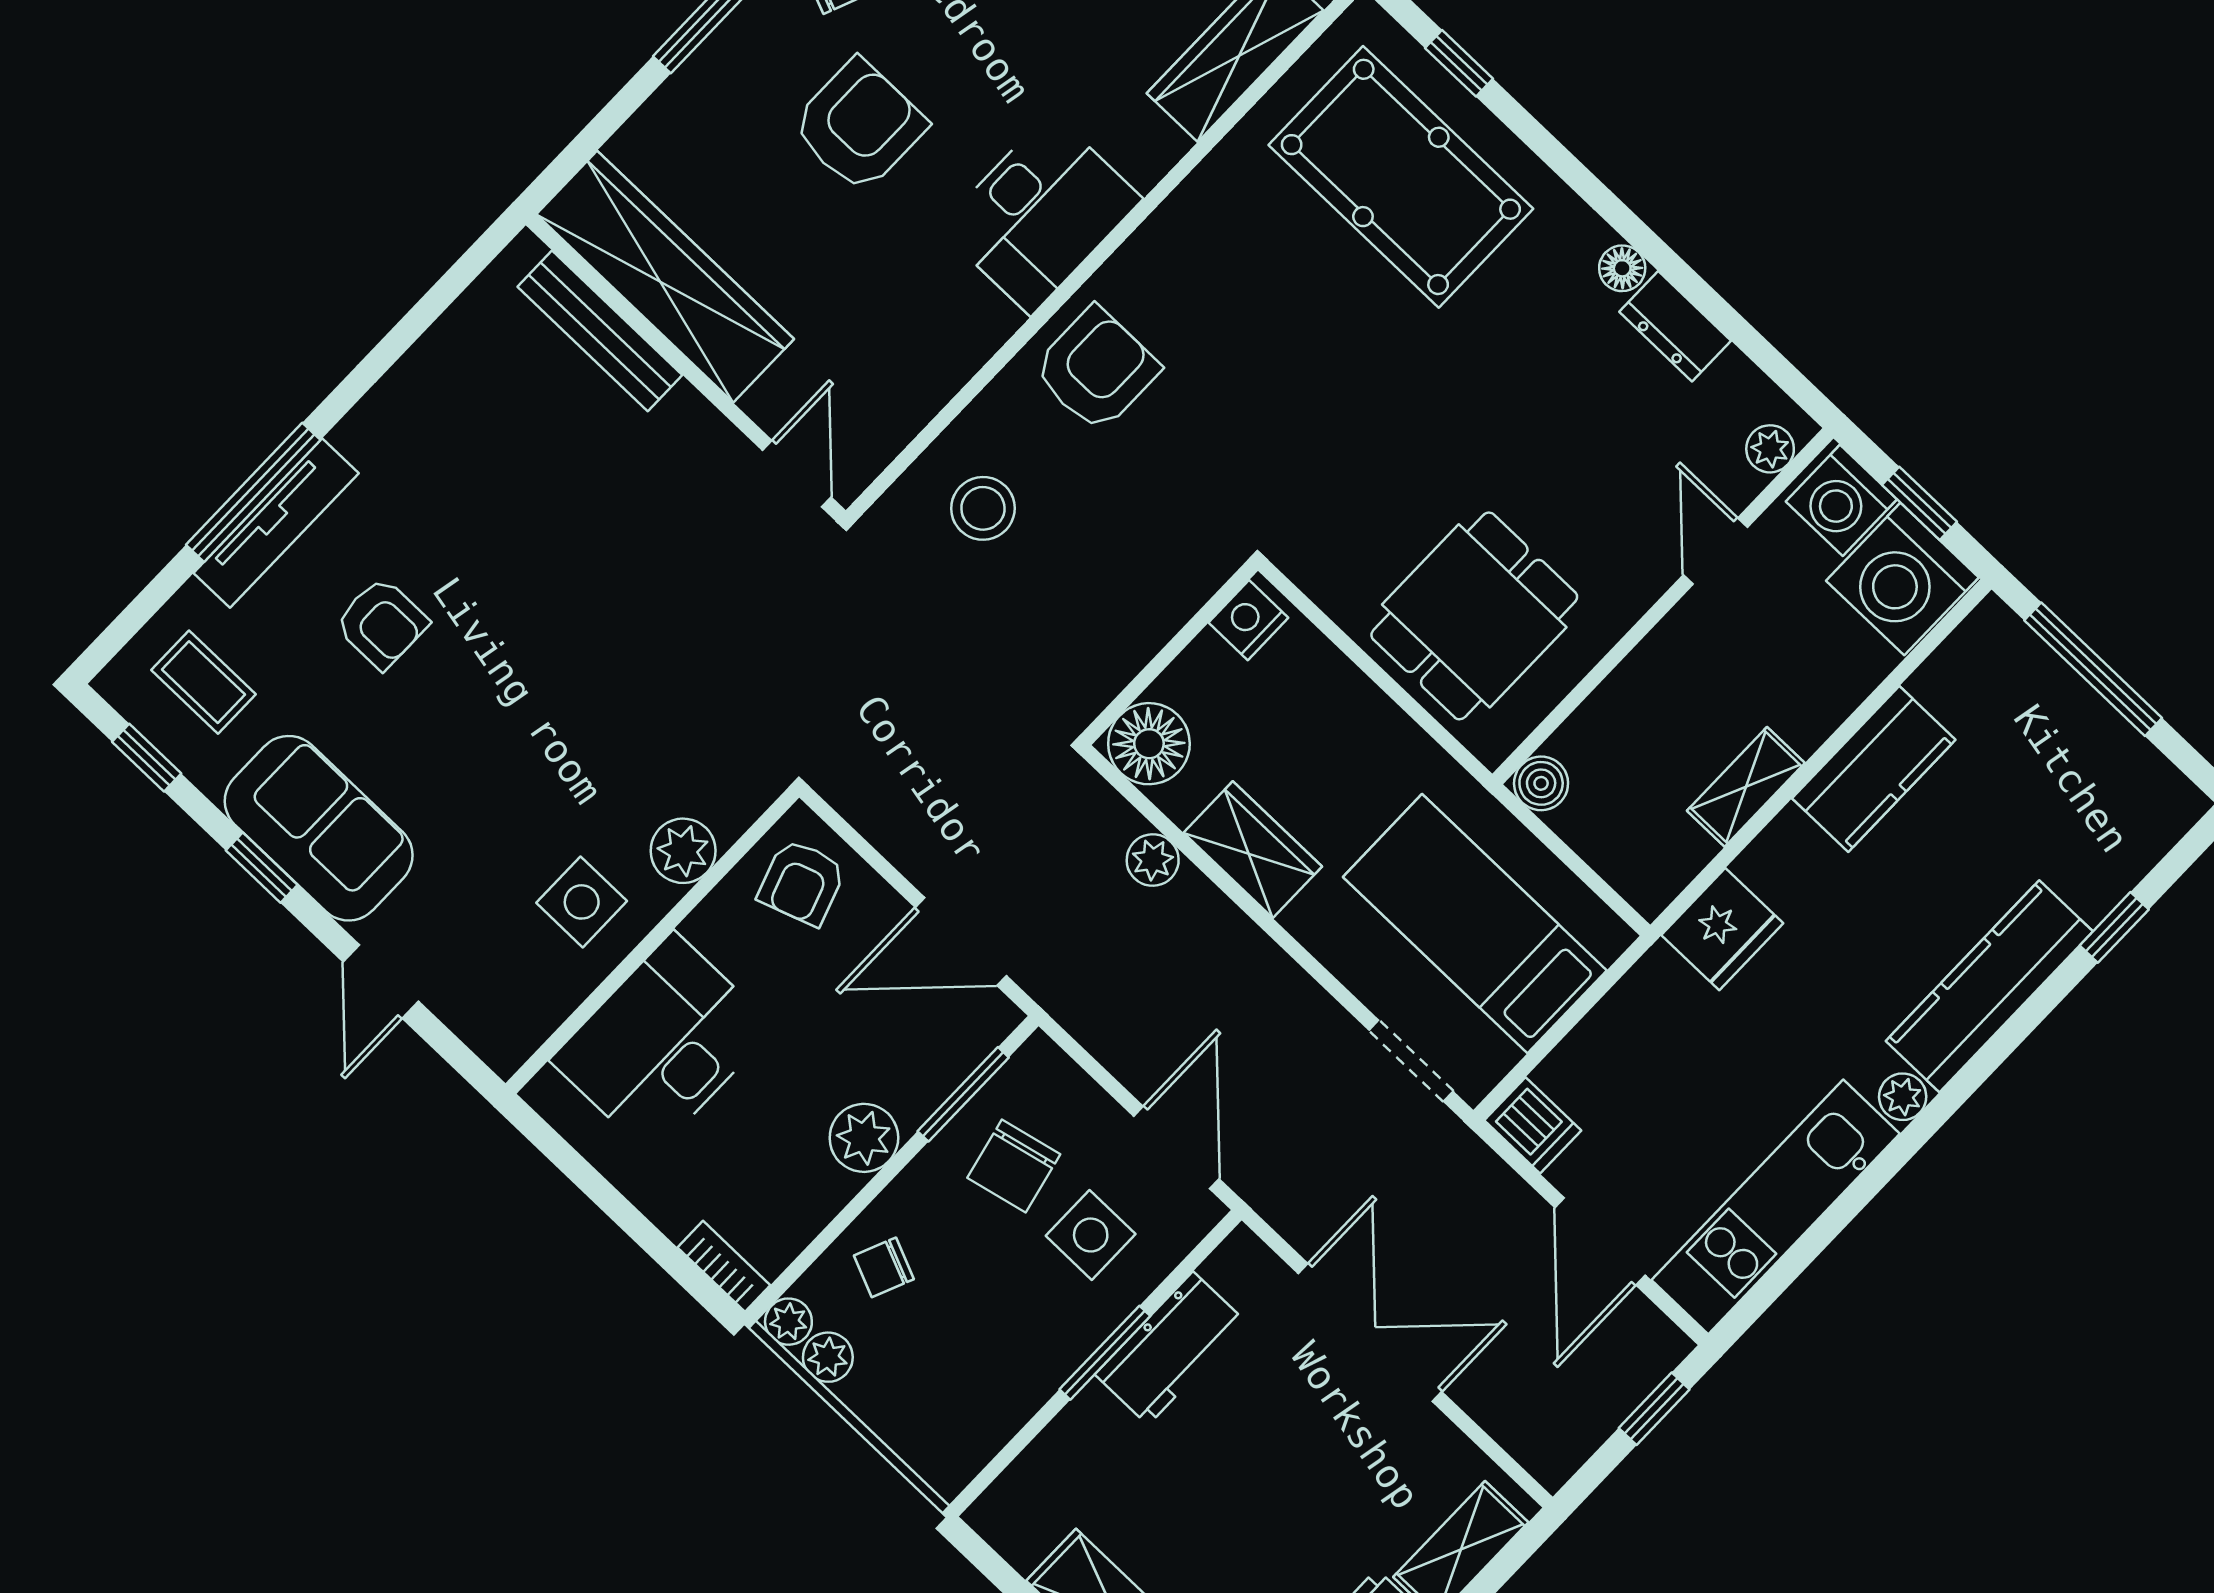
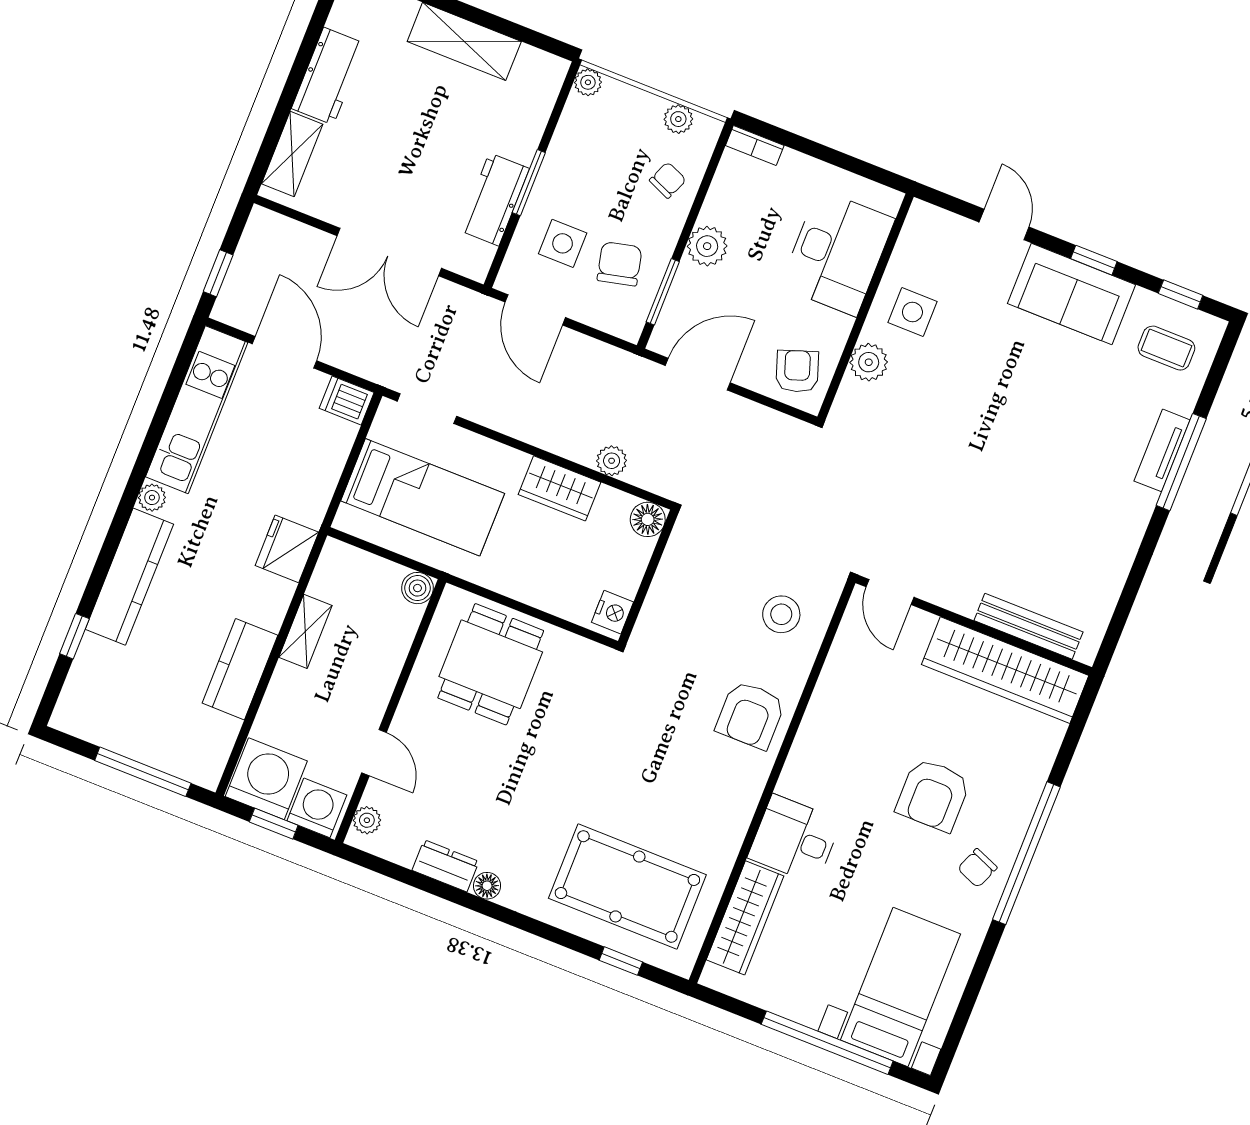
desk: (1041, 213) -> (794, 839), moved, width x0.73
tv unit: (276, 523) -> (1162, 450), width x0.71
armchair: (382, 623) -> (1083, 419), removed
floor lamp: (1149, 744) -> (648, 519), width x0.73, depth x0.73
plant: (788, 1322) -> (588, 82), moved

